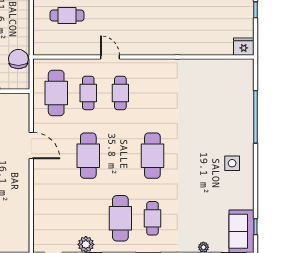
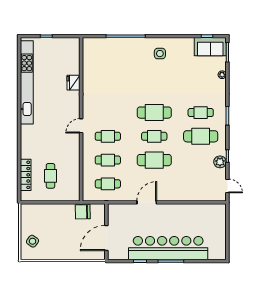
fridge: (244, 47) -> (73, 83), moved
door: (110, 57) -> (81, 126), moved
cafe table: (56, 93) -> (108, 184), width x0.73, depth x0.74
cafe table: (120, 156) -> (154, 136), added

